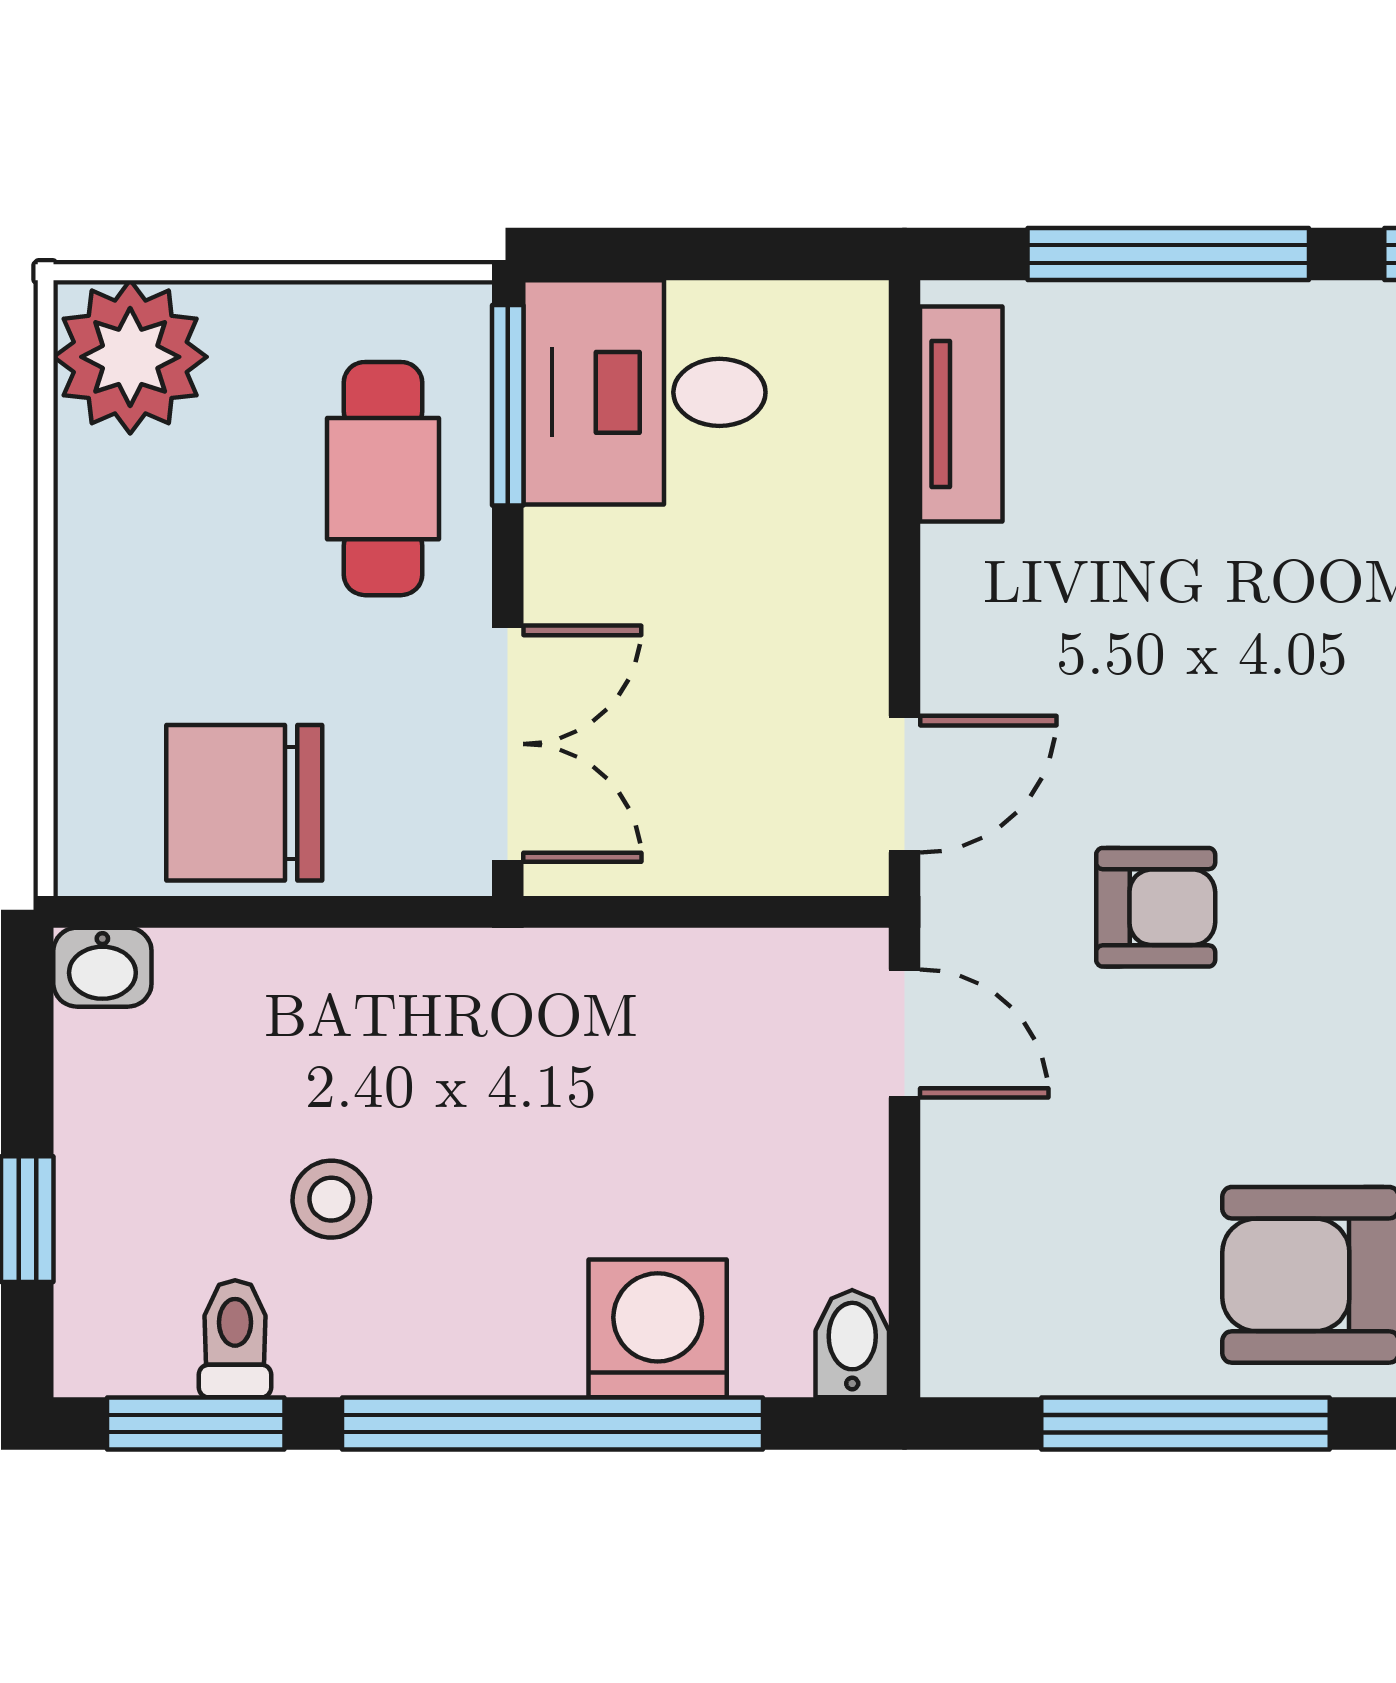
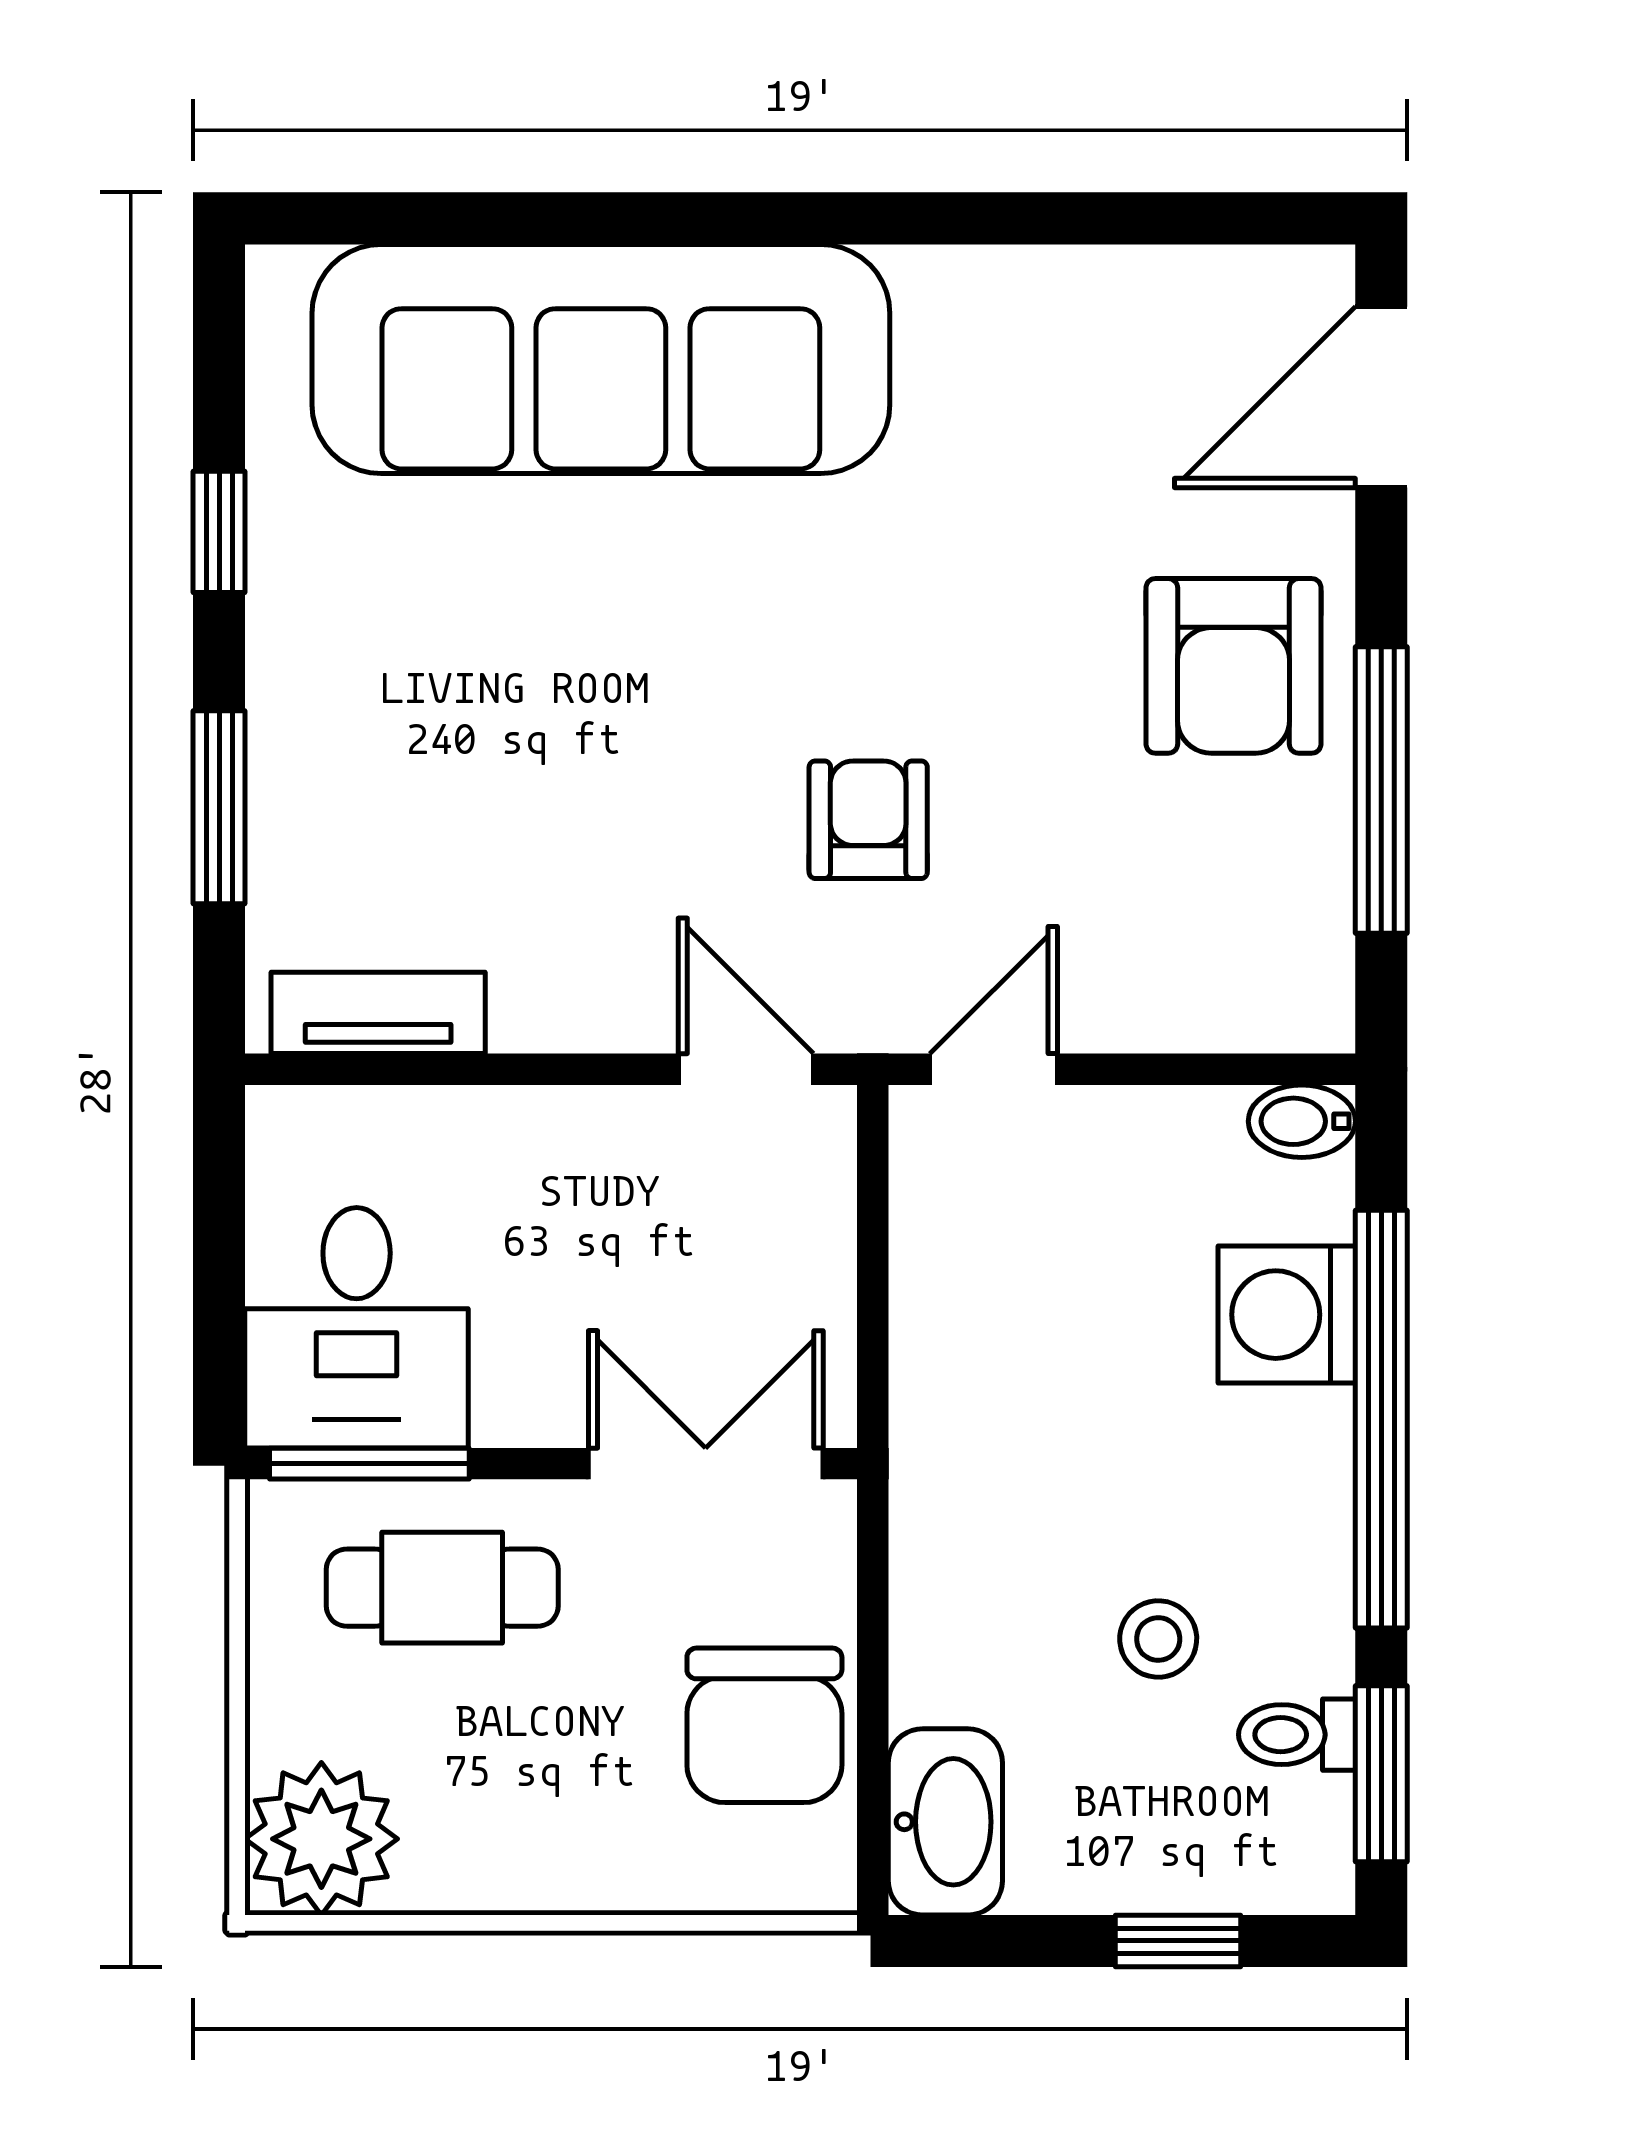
window: (1168, 254) -> (219, 807), width x0.69
washbasin: (102, 967) -> (945, 1822), width x1.91, depth x1.45

